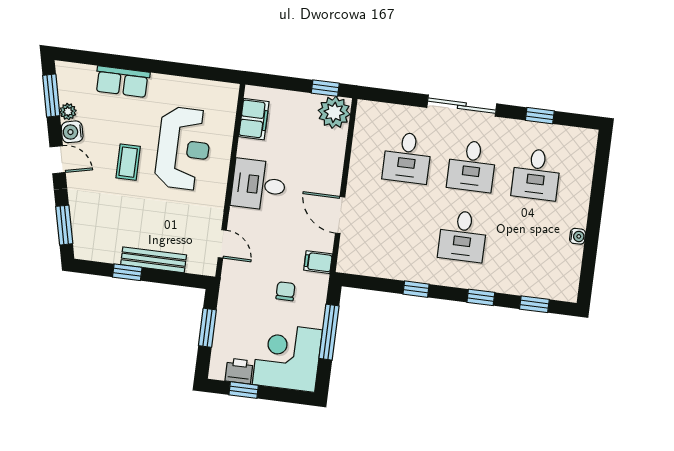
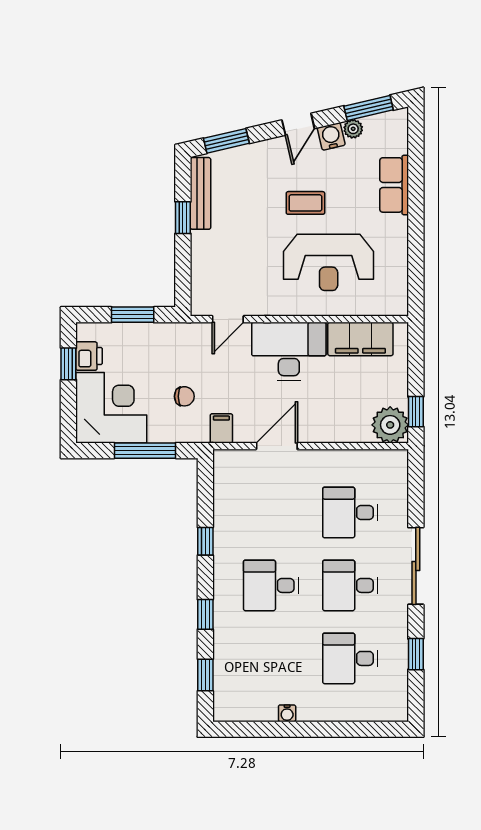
filing cabinet: (254, 119) -> (360, 339), width x1.50, depth x1.17
desk: (259, 185) -> (289, 351), width x1.37
bench: (154, 260) -> (200, 193), moved

